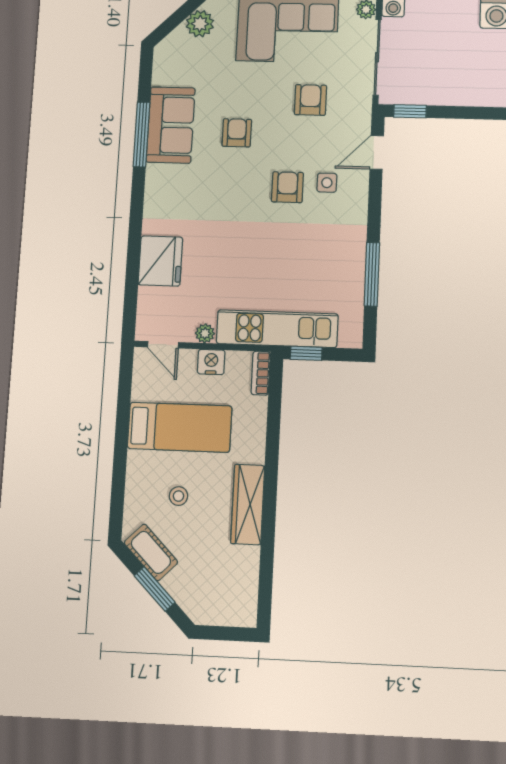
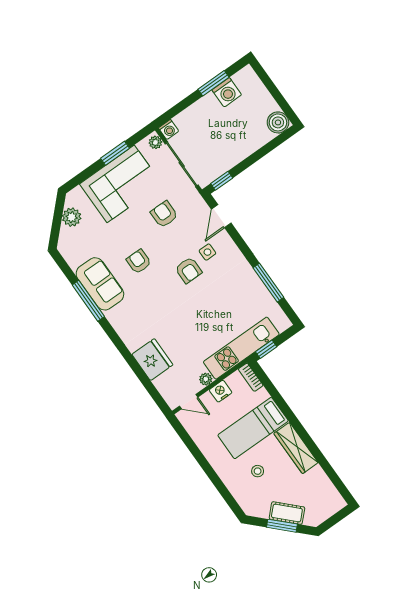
armchair: (287, 187) -> (189, 270), turned 180
bed: (180, 427) -> (253, 428), moved, turned 180
cot: (151, 552) -> (287, 513), moved

